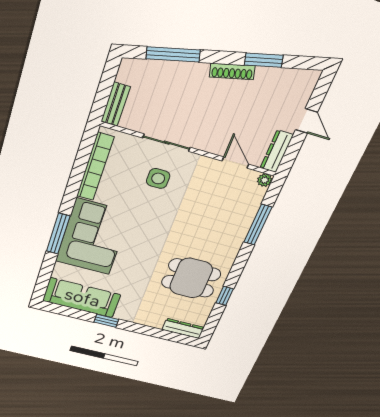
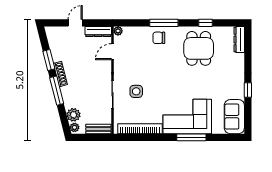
window: (173, 54) -> (57, 91), moved
plant: (131, 66) -> (74, 127), added
plant: (154, 71) -> (74, 115), added
window: (258, 225) -> (164, 23), moved
chair: (229, 232) -> (159, 38), added
sofa: (82, 298) -> (234, 117), width x0.73

